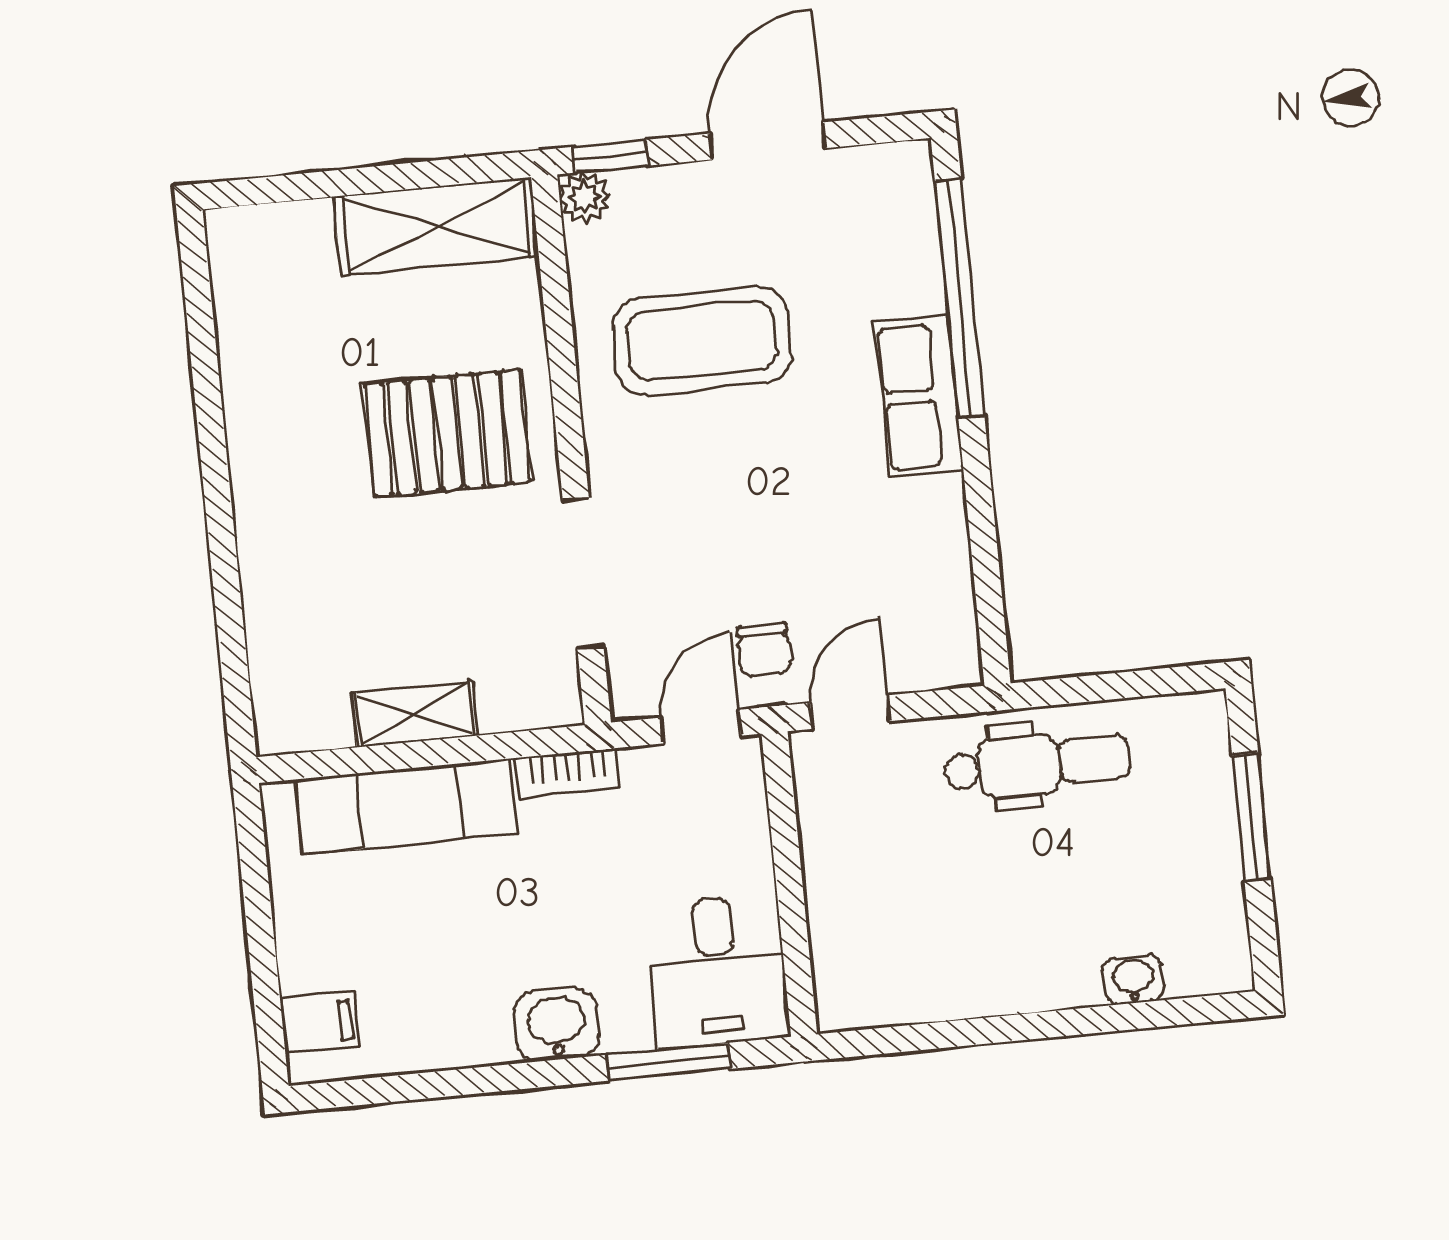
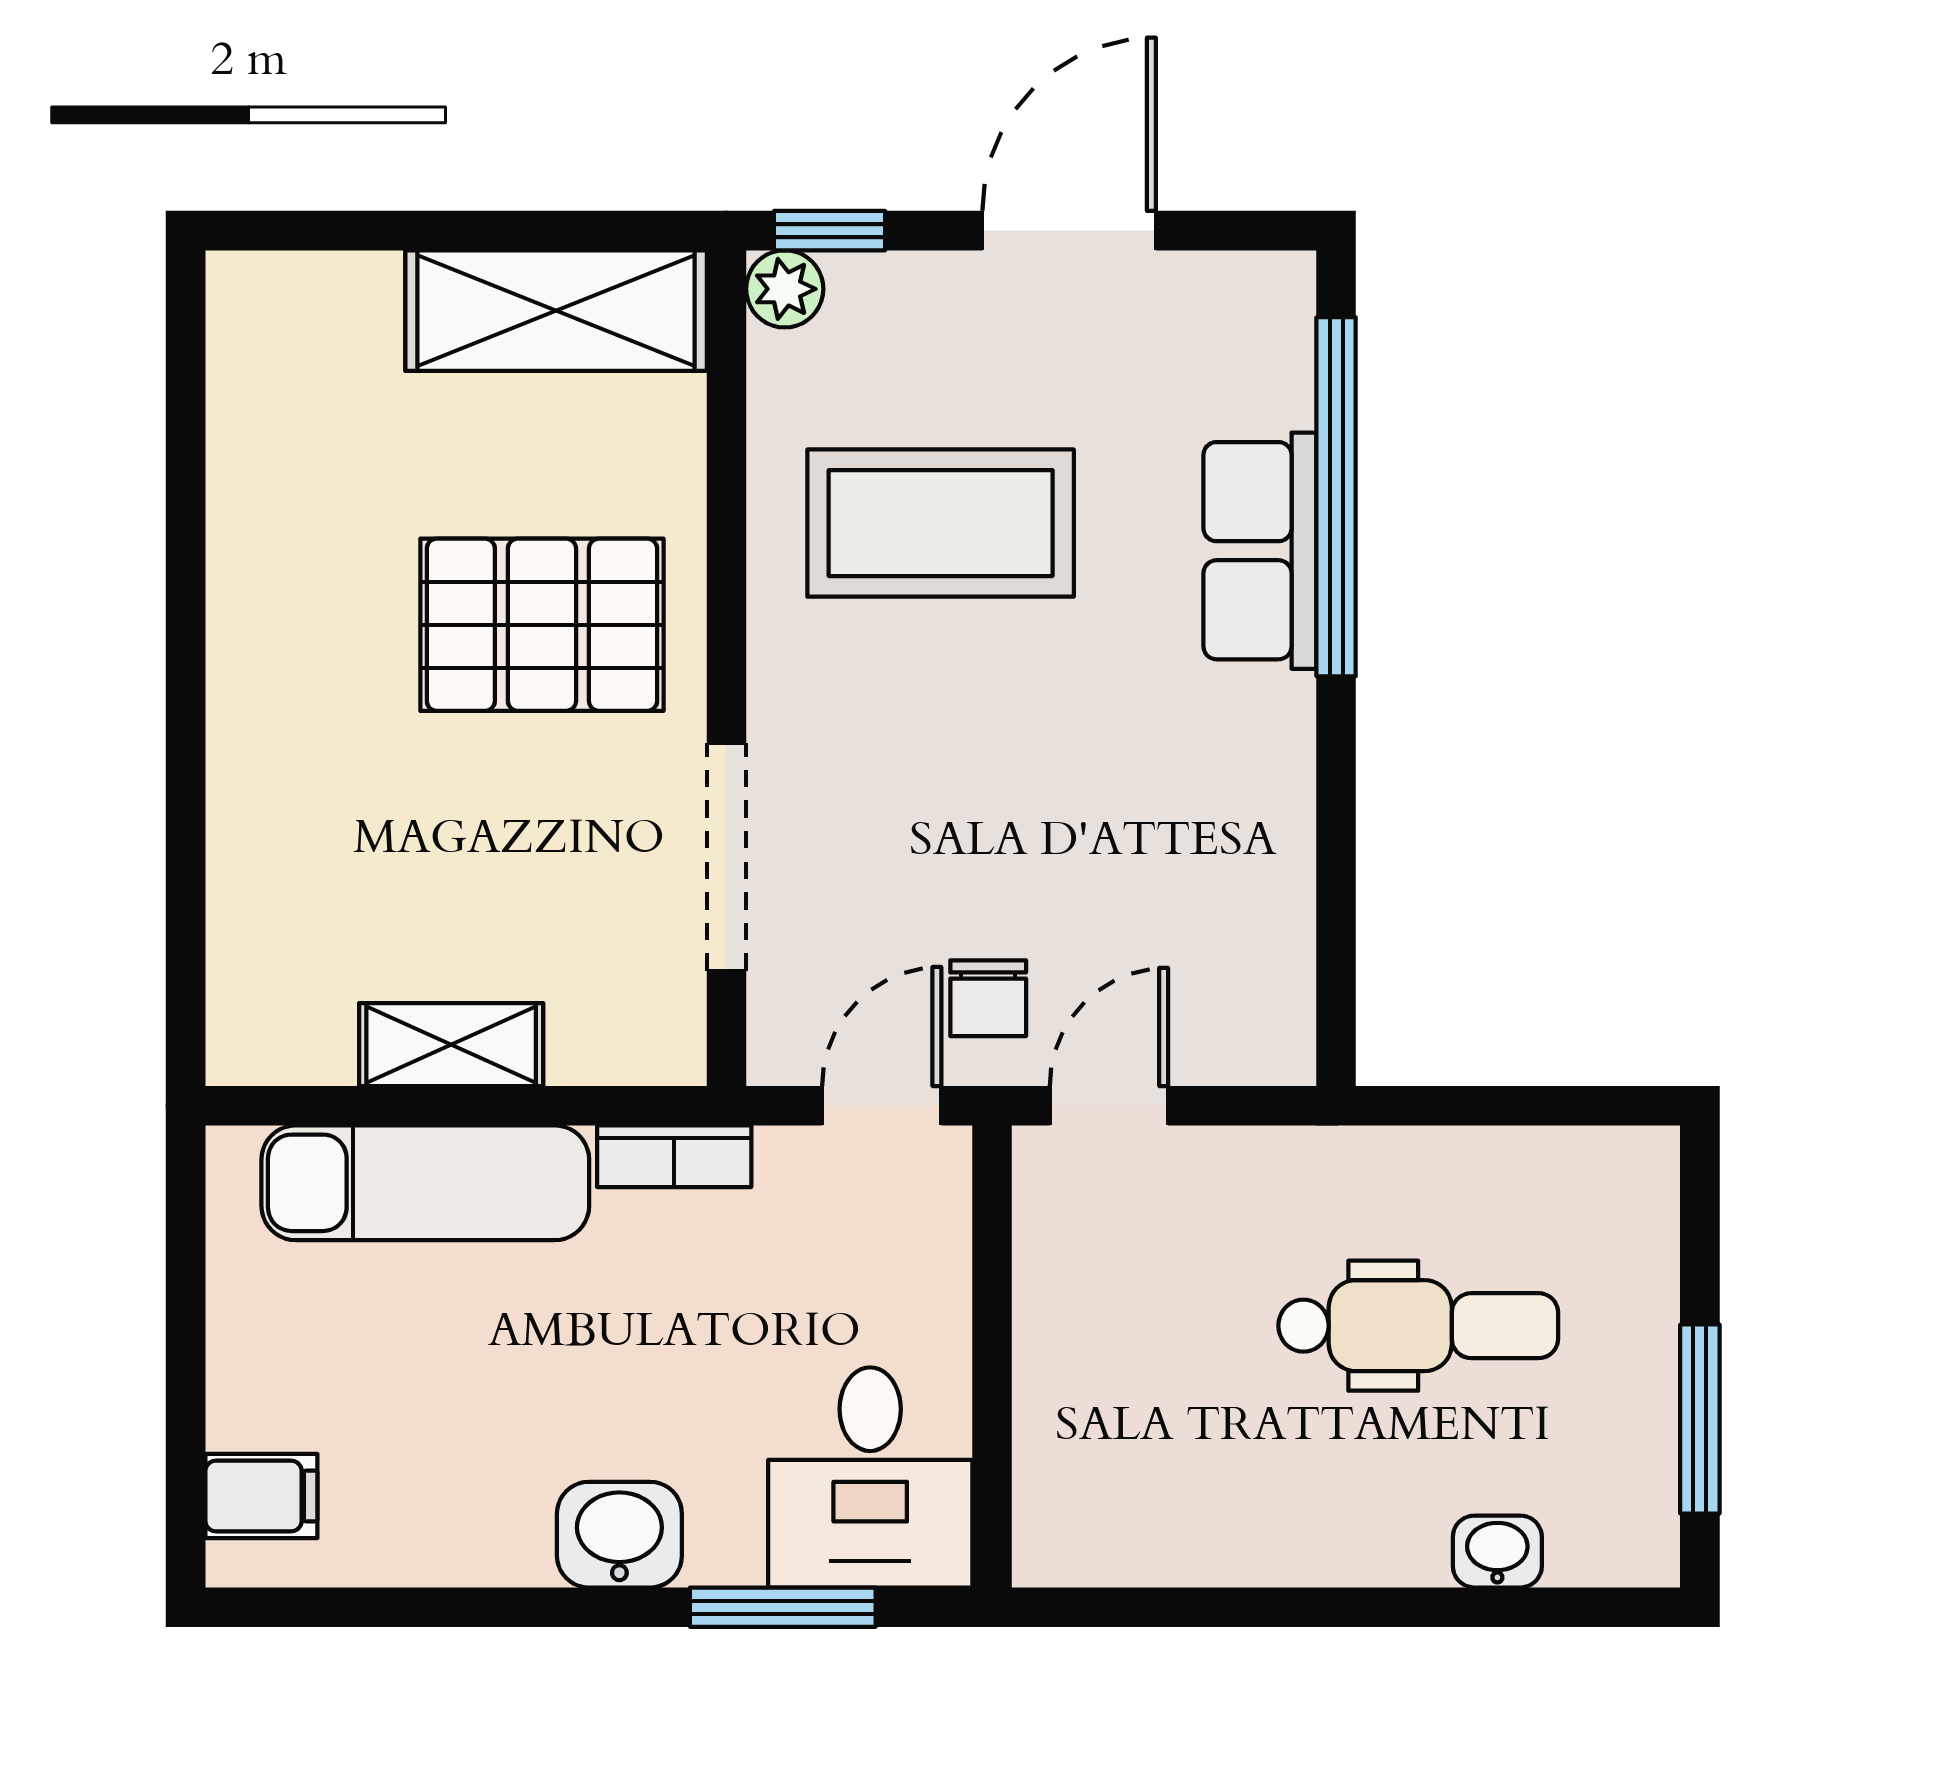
row of seats: (919, 396) -> (1260, 551), moved
dental chair: (1037, 764) -> (1418, 1326), moved
window: (1251, 817) -> (1700, 1419), moved

